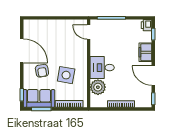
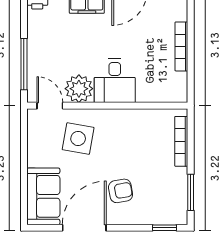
door: (89, 32) -> (50, 106), swing flipped
side table: (66, 75) -> (78, 139), moved
plant: (98, 87) -> (79, 89), moved
sofa: (39, 98) -> (43, 196), moved, turned 180

